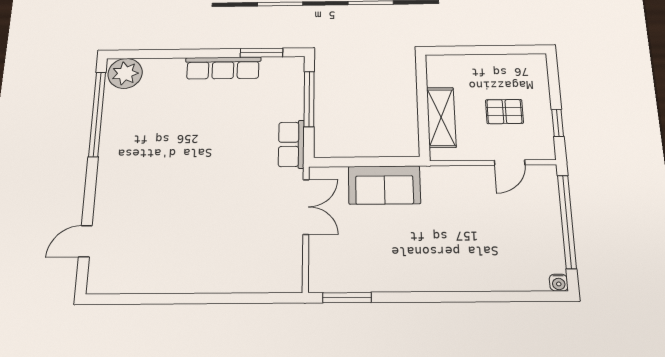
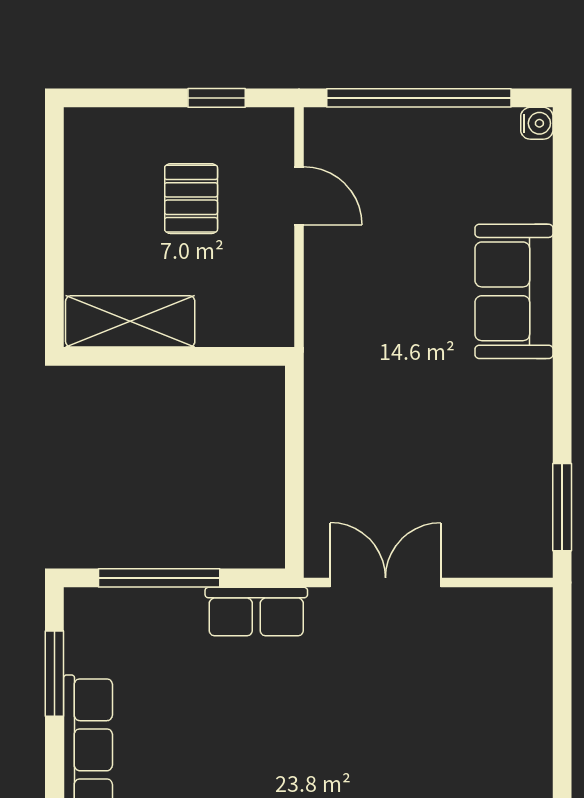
shelving: (441, 117) -> (130, 321), moved
sofa: (384, 185) -> (514, 291), moved, turned 180

